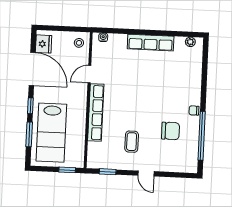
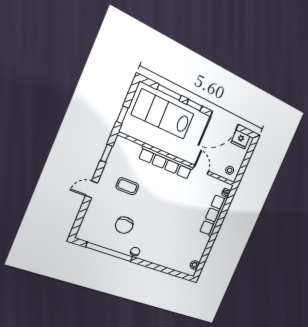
row of seats: (151, 43) -> (213, 215), moved

